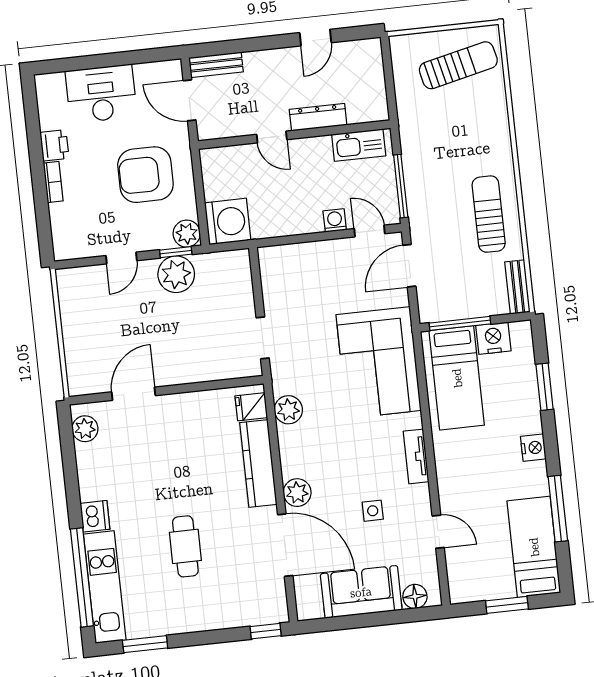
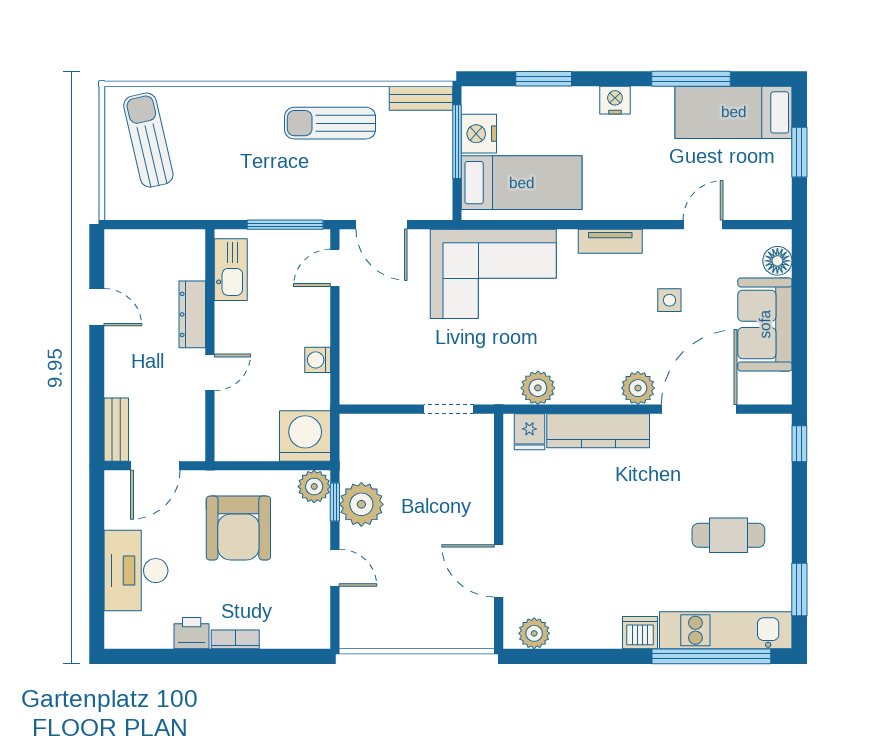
washing machine: (335, 220) -> (318, 360), moved
window: (460, 323) -> (457, 142), moved
cafe table: (185, 546) -> (728, 535), moved

